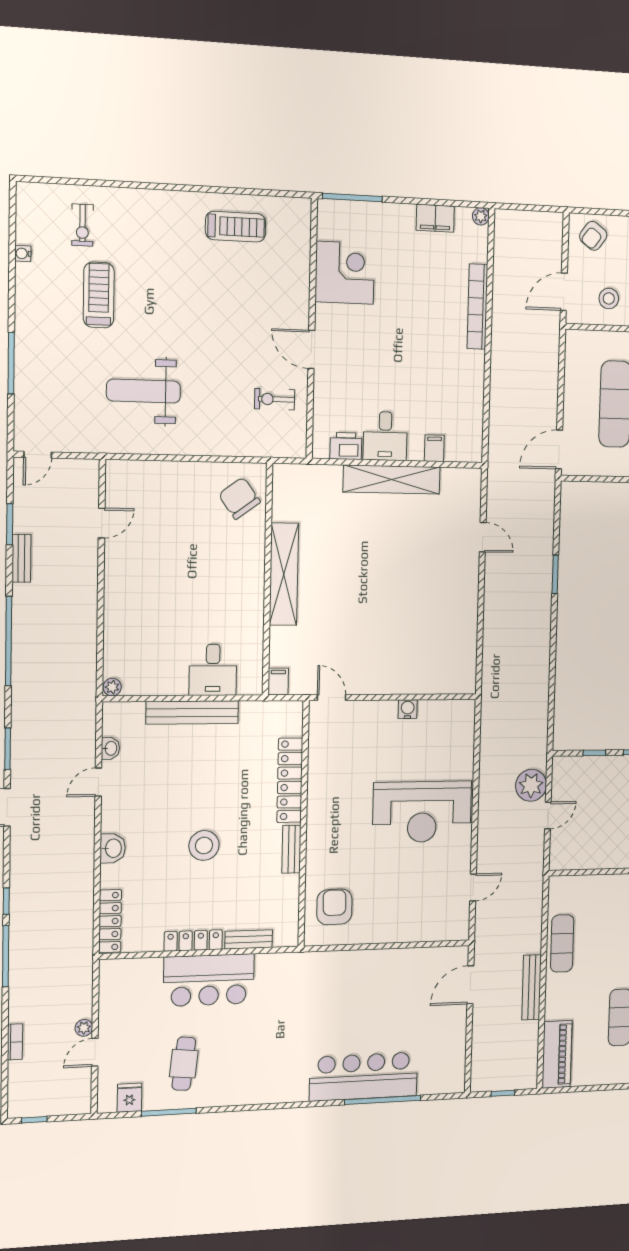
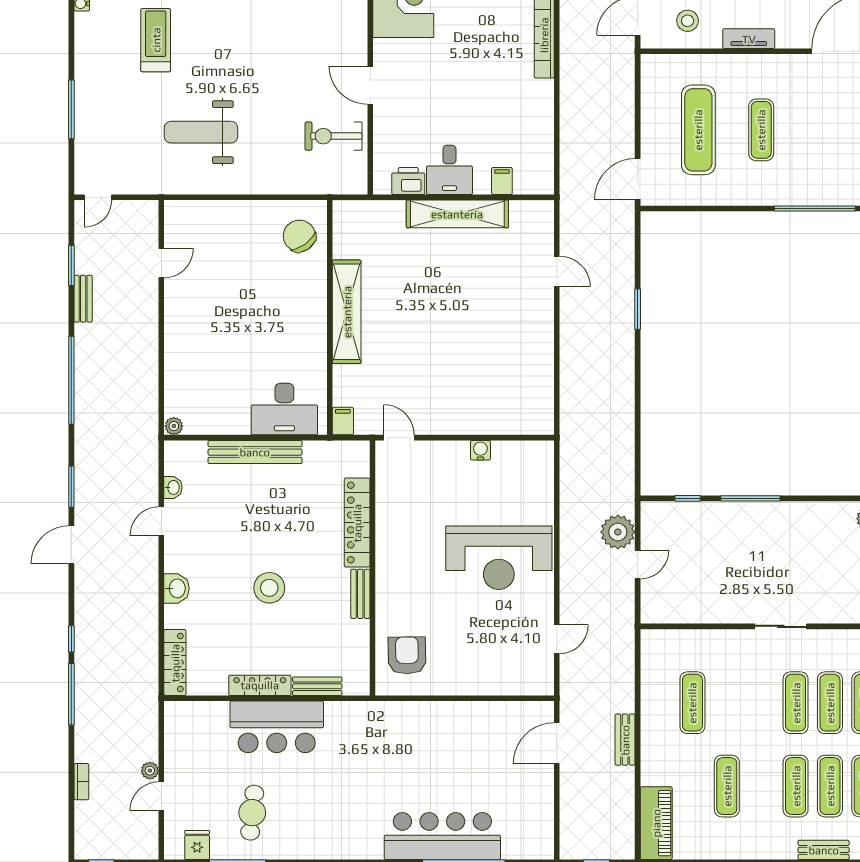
exercise bike: (275, 399) -> (333, 136), width x1.38, depth x1.39
desk: (213, 670) -> (284, 409), width x1.37
exercise mat: (562, 943) -> (692, 703), moved
bench: (532, 987) -> (625, 740), width x0.73

